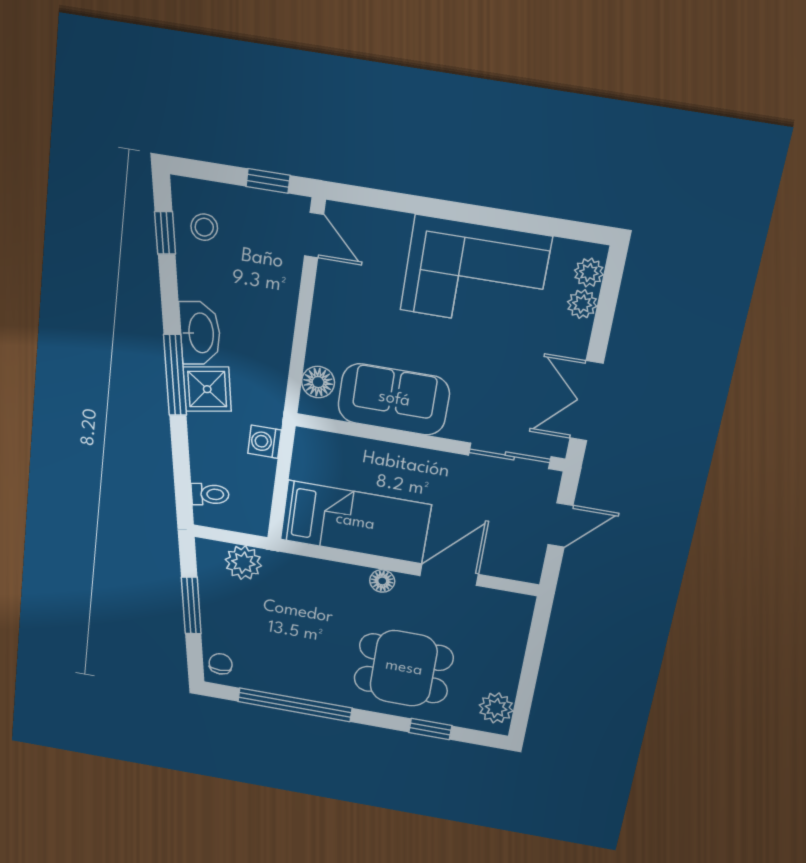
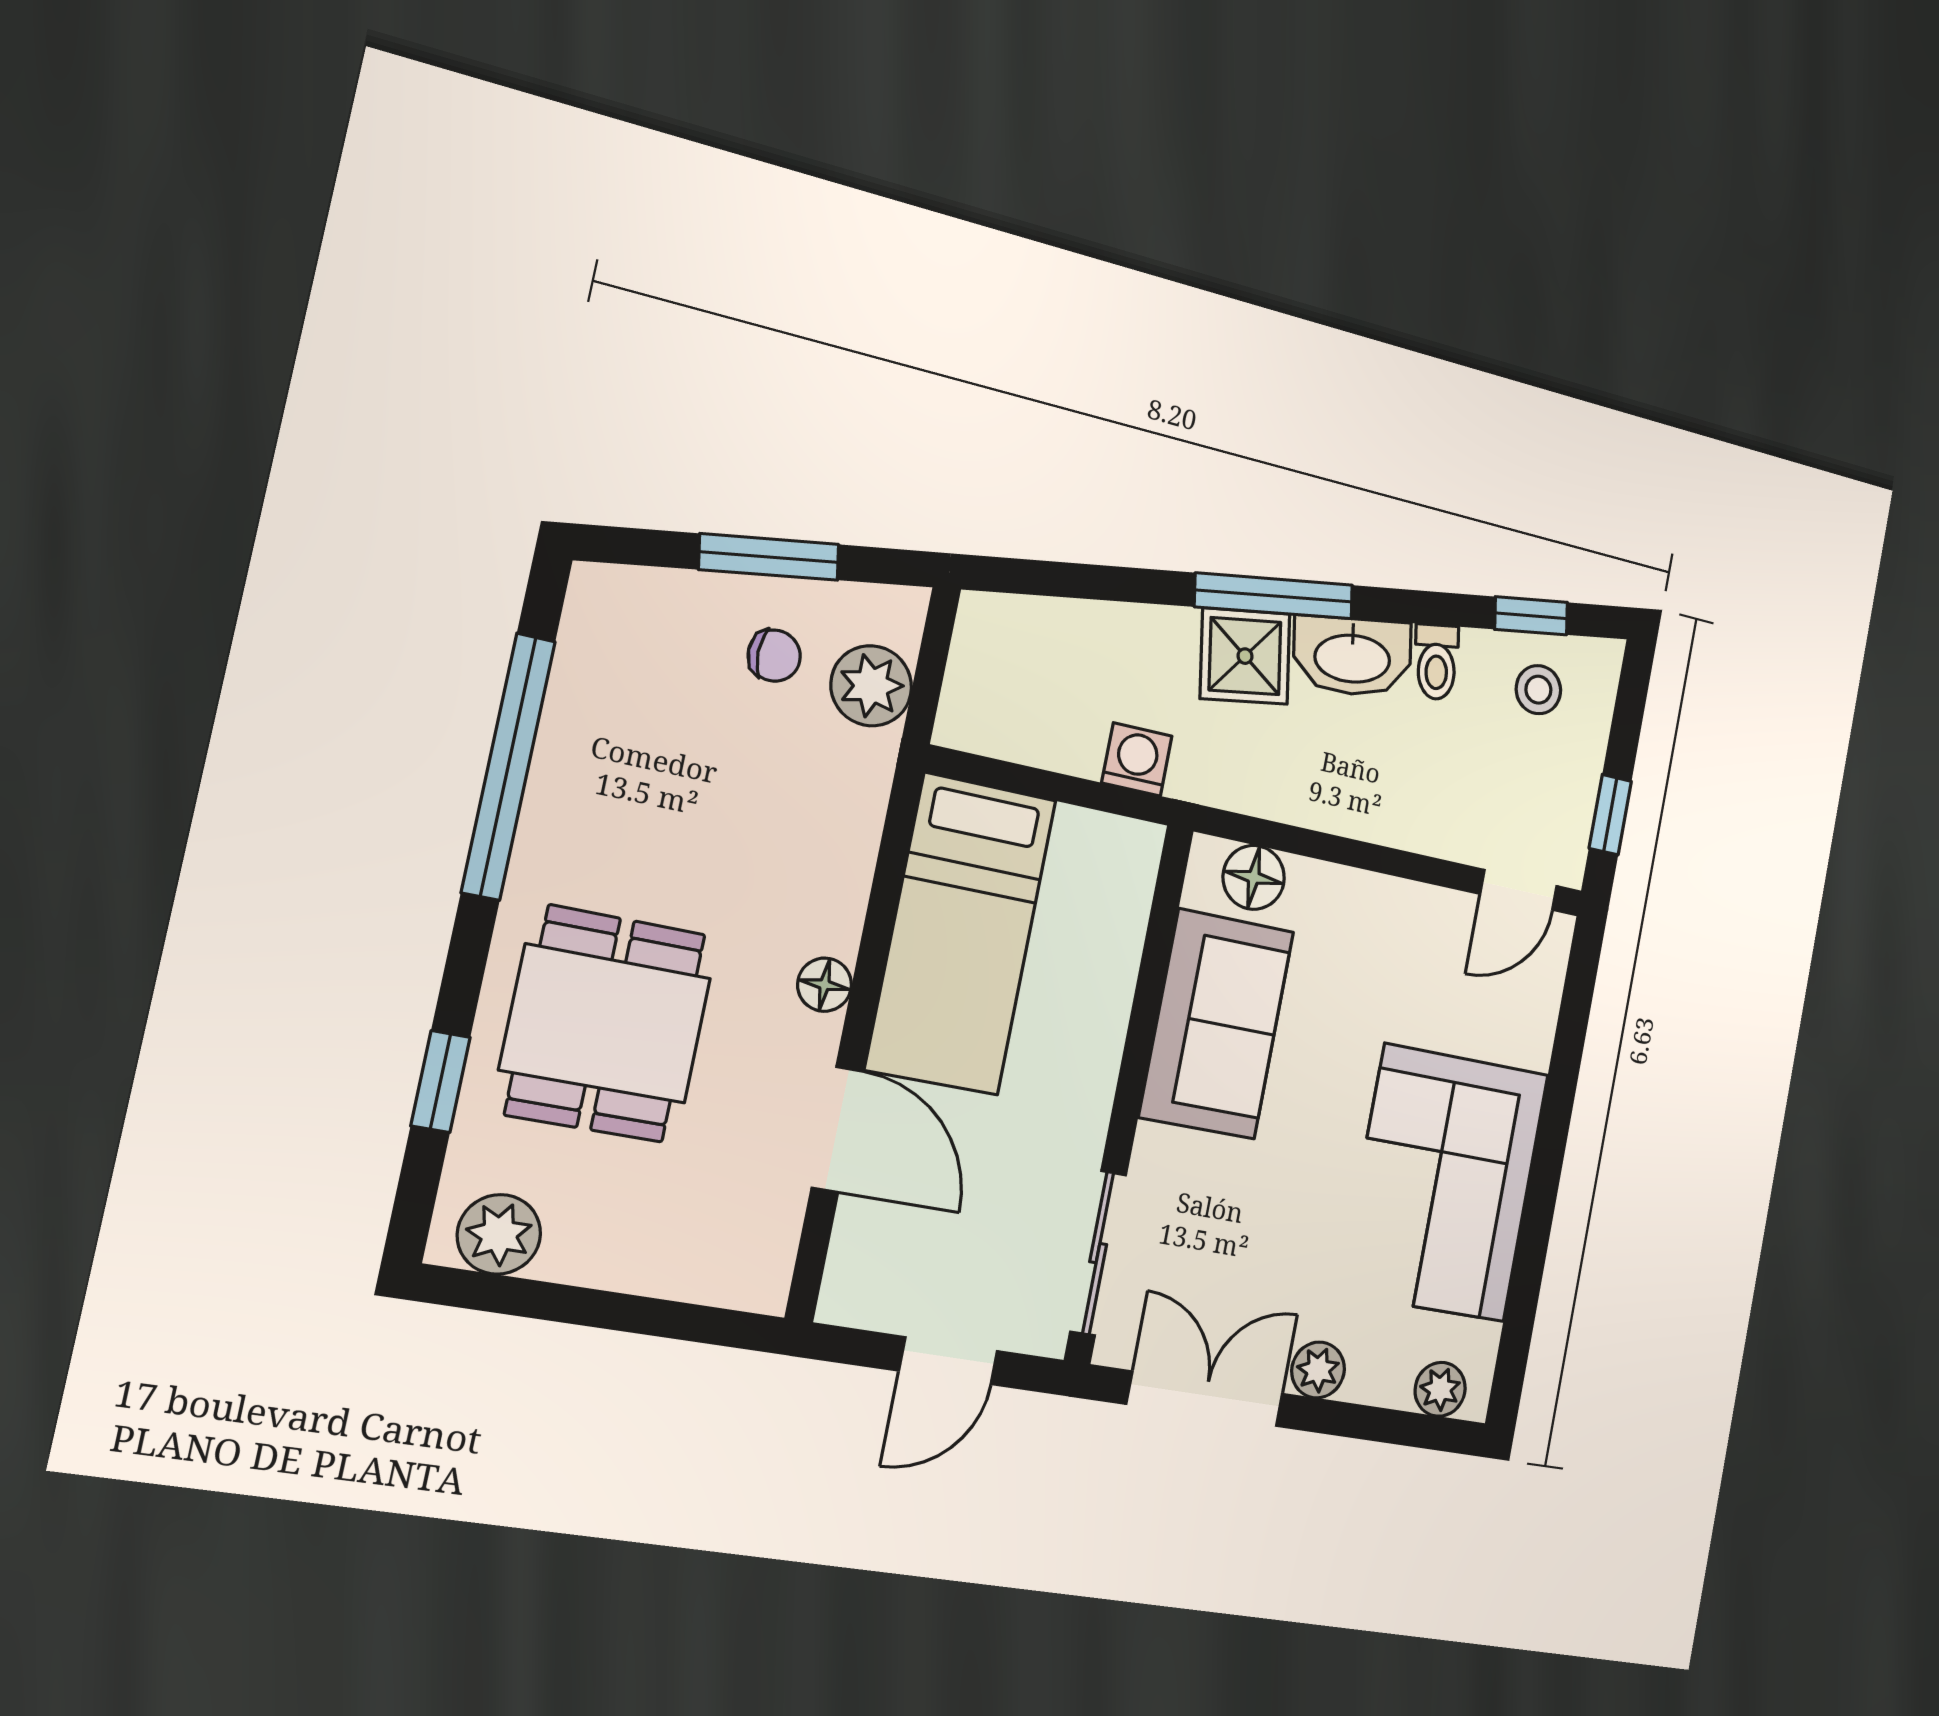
plant: (582, 304) -> (1318, 1370), moved
toilet: (210, 494) -> (1436, 662), moved
door: (560, 525) -> (948, 1361), hinge flipped
chair: (221, 664) -> (774, 656), moved

